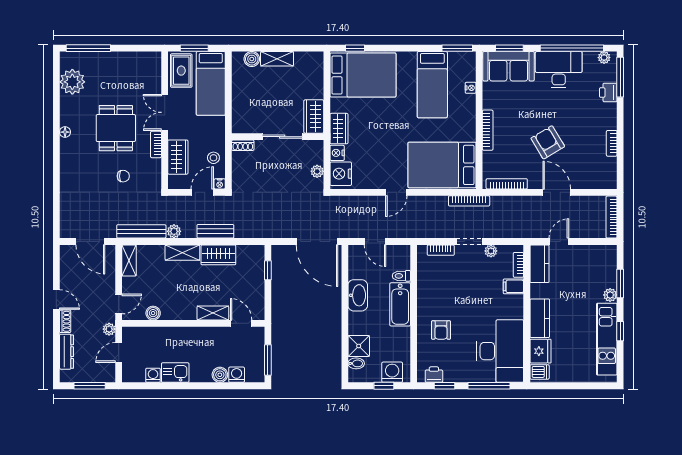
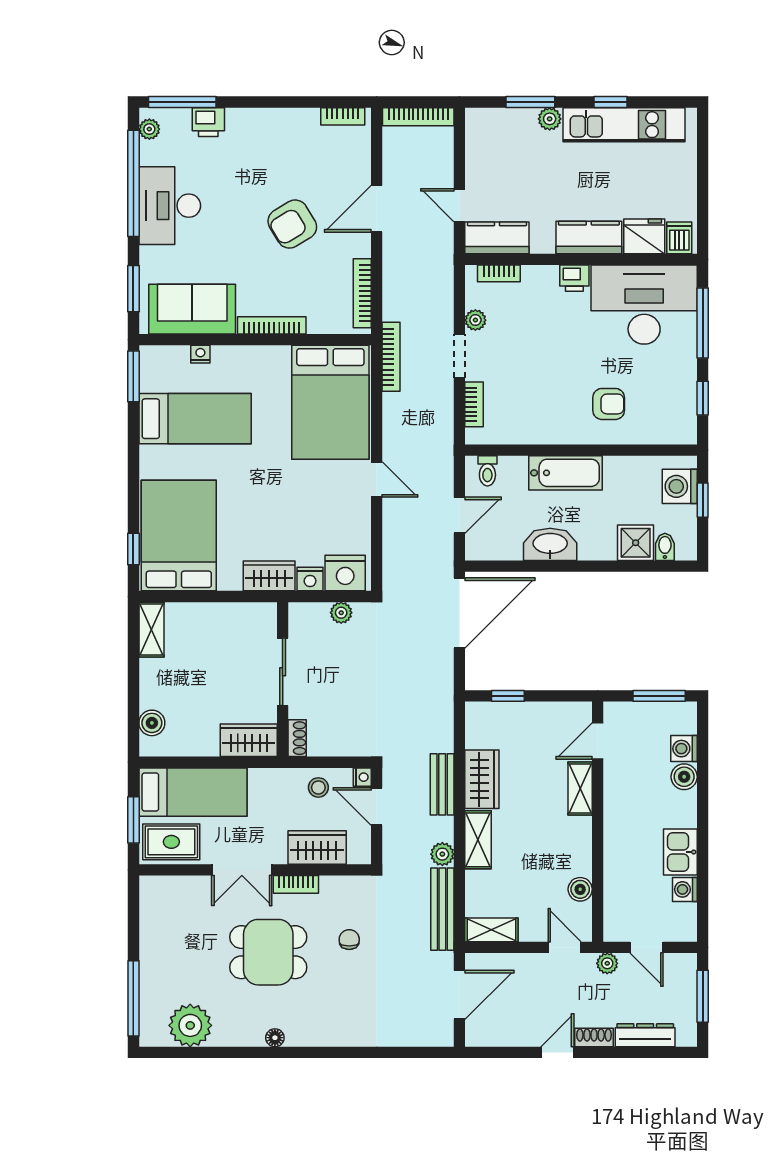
shelving: (277, 59) -> (151, 630), moved
sofa: (508, 66) -> (192, 309), moved, turned -90
wardrobe: (314, 116) -> (249, 740), moved, turned 180
bookcase: (612, 143) -> (343, 116), moved
toilet: (401, 276) -> (487, 471), moved
filing cabinet: (513, 286) -> (535, 282), removed
printer: (434, 375) -> (574, 278), moved, turned -90

